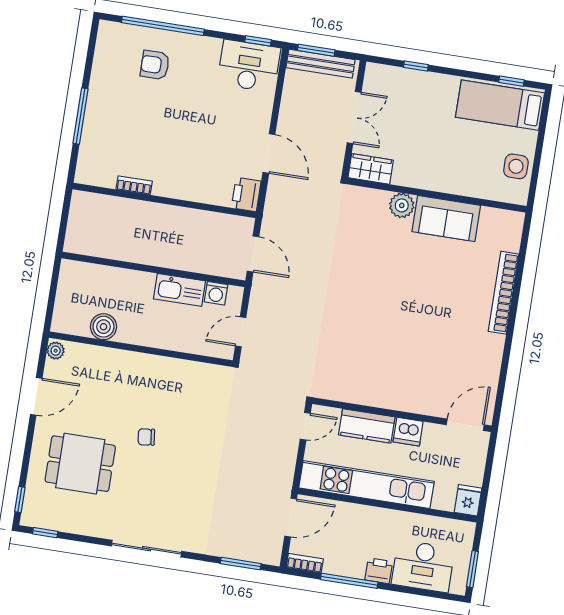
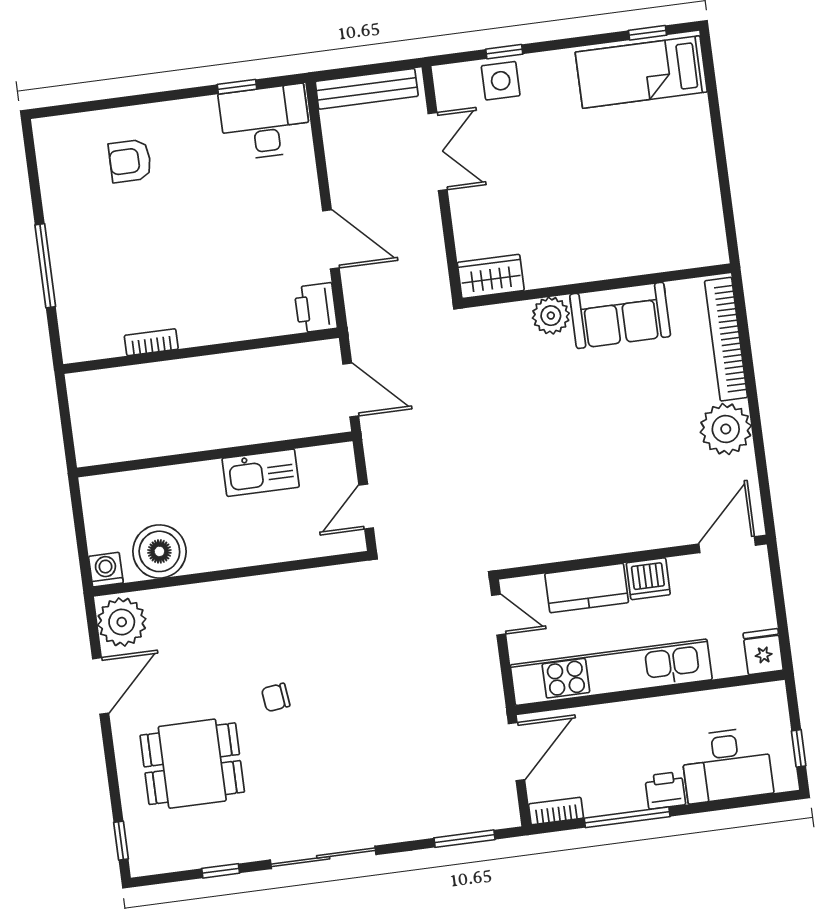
window: (163, 26) -> (125, 102), removed
window: (258, 41) -> (237, 87), moved
window: (316, 50) -> (355, 71), removed
side table: (516, 166) -> (501, 81), moved
wardrobe: (371, 169) -> (491, 276), moved
wall: (437, 195) -> (597, 286), moved
plant: (402, 205) -> (551, 316), moved
sofa: (446, 219) -> (620, 315), moved
washing machine: (216, 293) -> (106, 570), moved, turned 180
boiler: (104, 327) -> (159, 551), width x1.37, depth x1.37
plant: (486, 350) -> (726, 429), added
plant: (56, 351) -> (122, 622), width x1.88, depth x1.88
door: (305, 426) -> (499, 615), hinge flipped
window: (45, 533) -> (221, 871), moved
window: (472, 569) -> (799, 748), width x0.67

